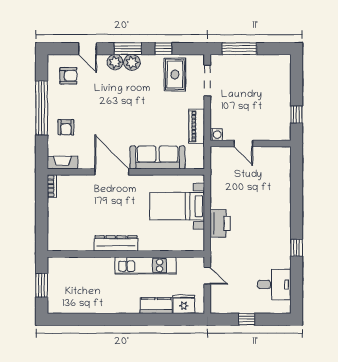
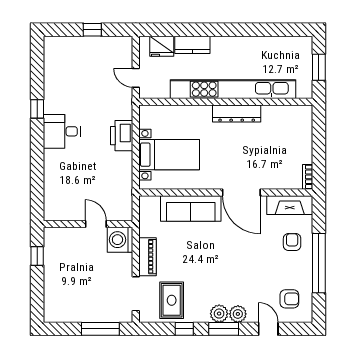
armchair: (68, 76) -> (289, 299), turned 180
piano: (197, 126) -> (147, 257), moved
washing machine: (216, 135) -> (120, 240), width x1.89, depth x1.89
fireplace: (62, 163) -> (290, 205), width x1.37, depth x1.32
kitchen unit: (146, 265) -> (233, 89), width x1.86
desk: (274, 285) -> (62, 131), moved

